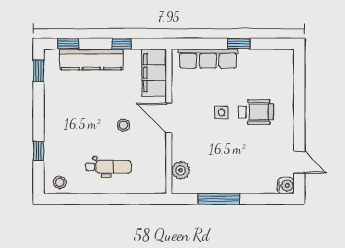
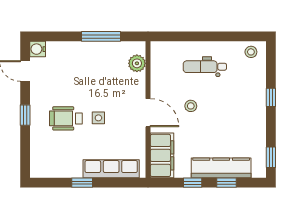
window: (68, 44) -> (226, 183), moved
window: (299, 115) -> (25, 115), added
window: (39, 151) -> (271, 97), moved

